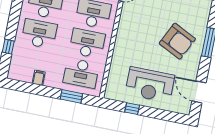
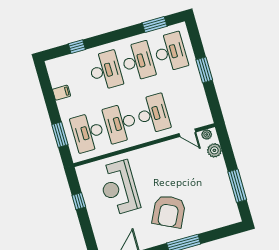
desk: (87, 43) -> (120, 123), turned 180
reception desk: (150, 85) -> (119, 188), moved

